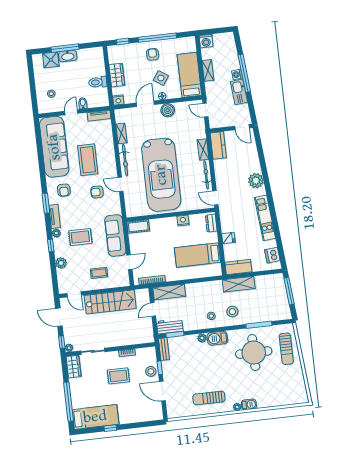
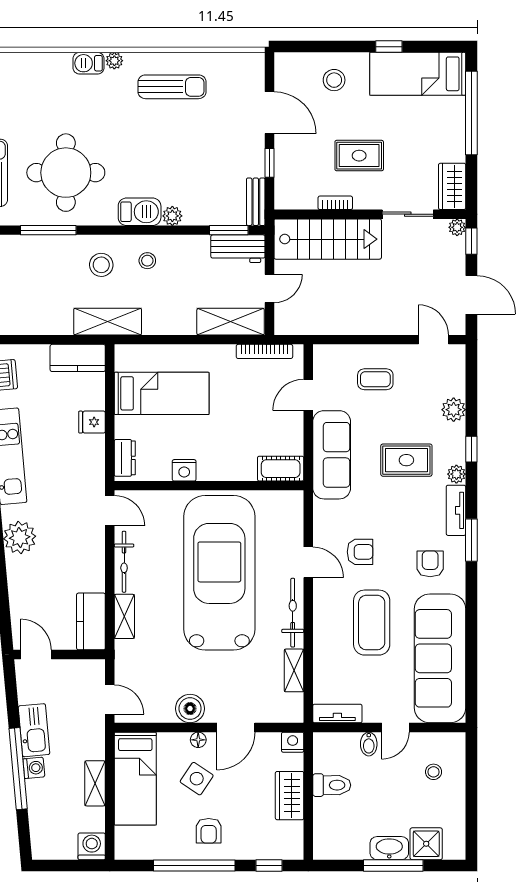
shelving: (239, 284) -> (108, 322), moved
stairs: (110, 302) -> (328, 239), moved, turned 180
stool: (151, 371) -> (334, 80), moved

